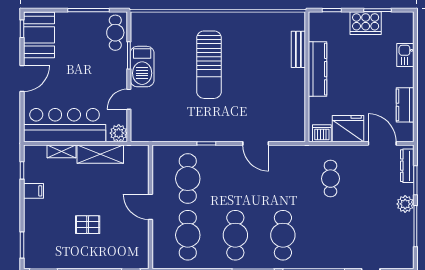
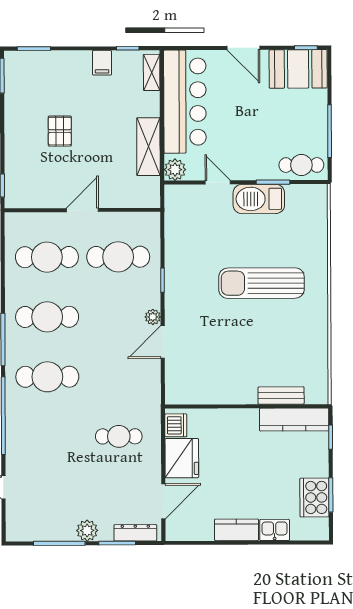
cooker: (366, 23) -> (314, 497), moved
kitchen counter: (318, 69) -> (294, 420), moved
kitchen counter: (405, 105) -> (237, 530), moved
shelving: (62, 151) -> (152, 72), moved
plant: (236, 151) -> (153, 317), added

